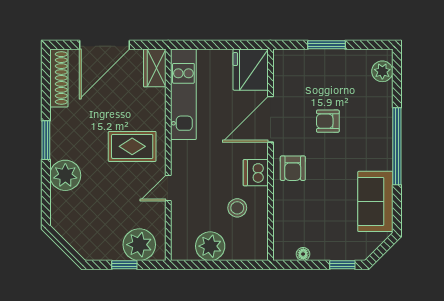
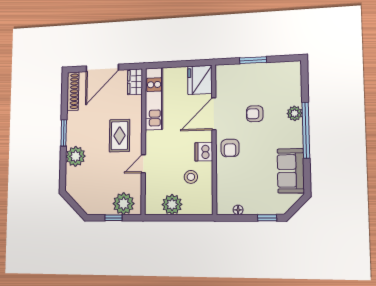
plant: (382, 71) -> (295, 113), moved
rug: (132, 146) -> (120, 136), turned 90

